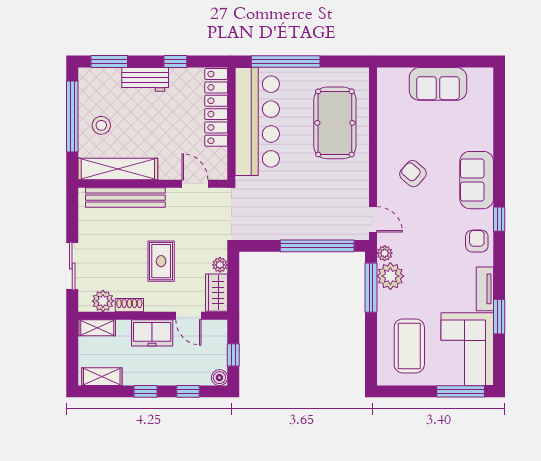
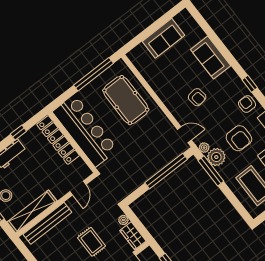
window: (286, 62) -> (93, 74), moved
armchair: (413, 174) -> (197, 97), moved, turned -139
sofa: (477, 180) -> (211, 58), moved
door: (195, 184) -> (78, 188), swing flipped
armchair: (435, 275) -> (239, 138), added

